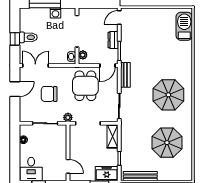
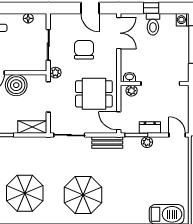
washing machine: (55, 13) -> (183, 20), moved
plant: (125, 42) -> (147, 142), added
boiler: (78, 150) -> (16, 85), added

